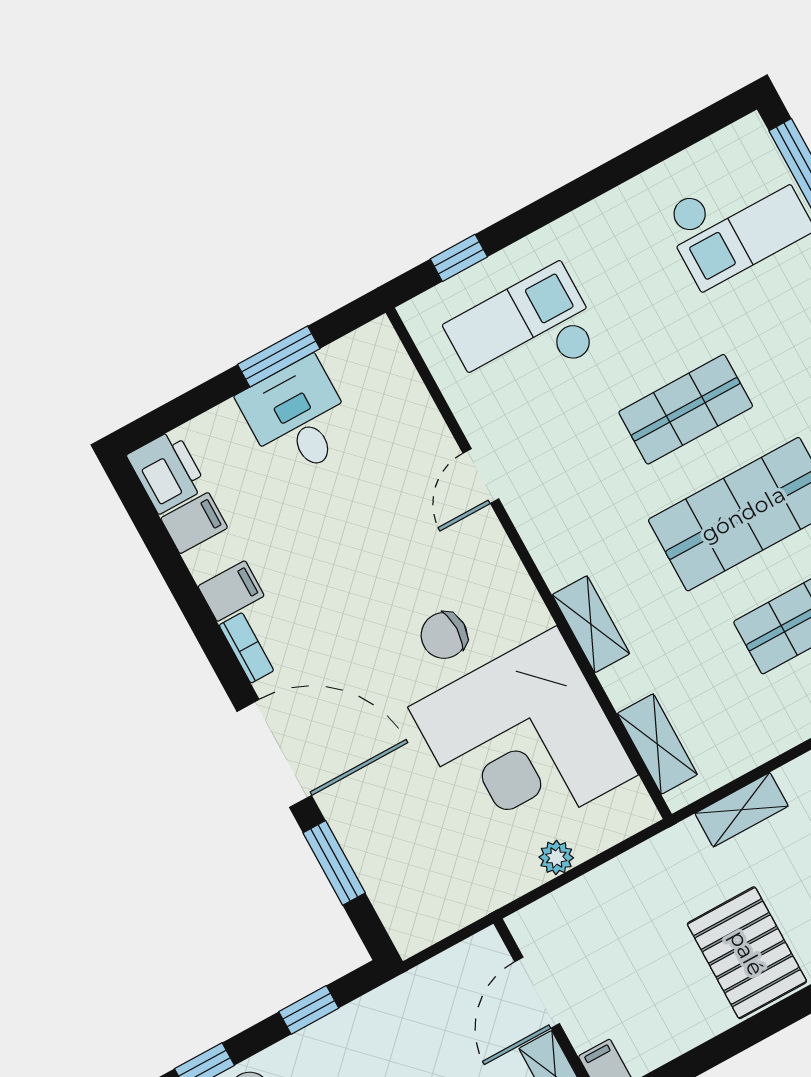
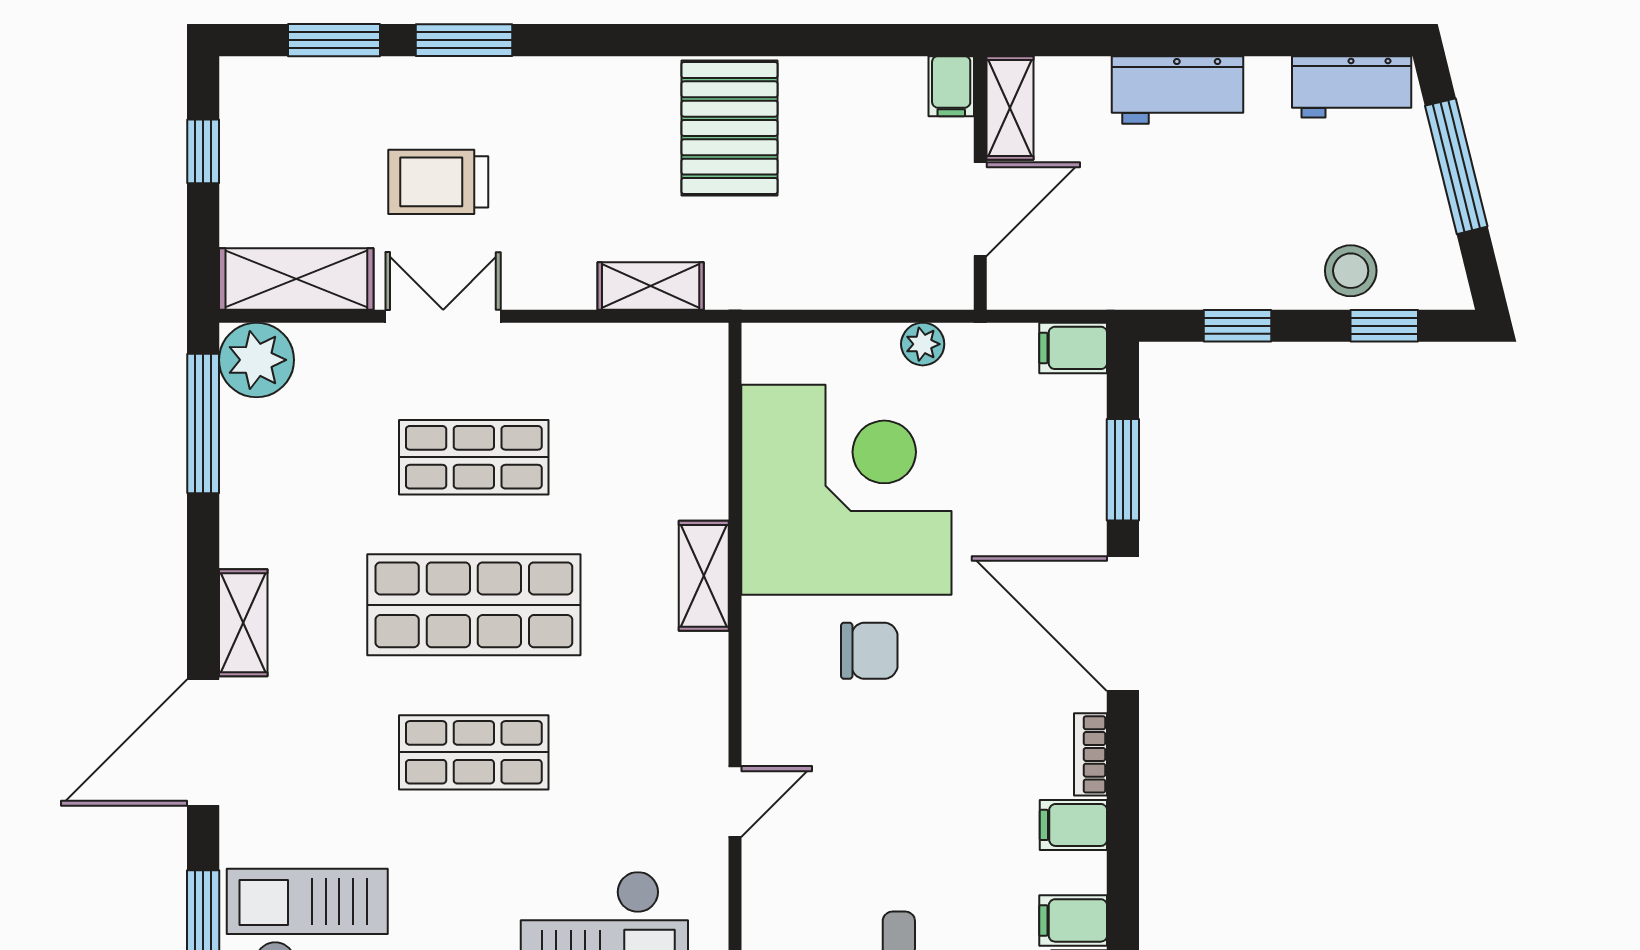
shelving: (657, 744) -> (703, 407), removed
plant: (556, 857) -> (923, 344), moved
filing cabinet: (417, 930) -> (1073, 348), added

